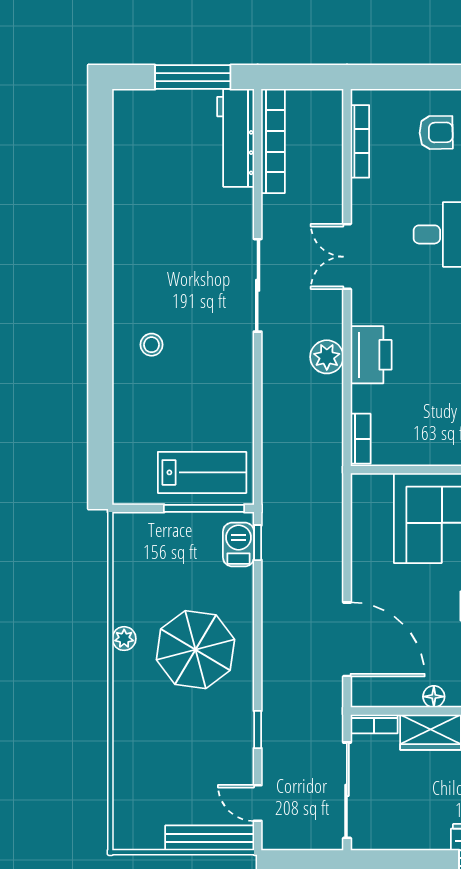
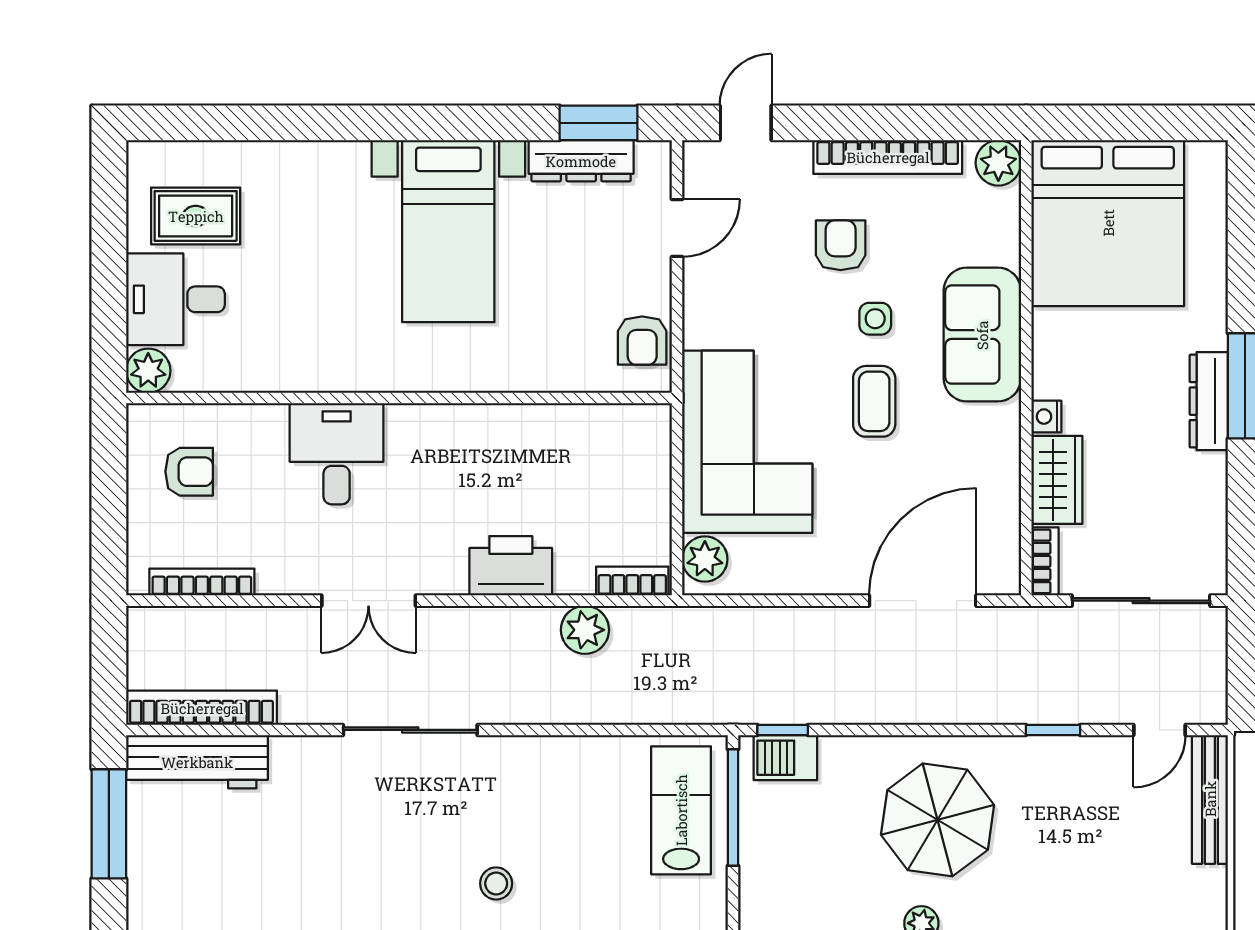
armchair: (436, 133) -> (189, 472), turned 91
plant: (327, 357) -> (585, 630), moved
plant: (376, 489) -> (705, 559), added
floor lamp: (434, 697) -> (1005, 475), removed

